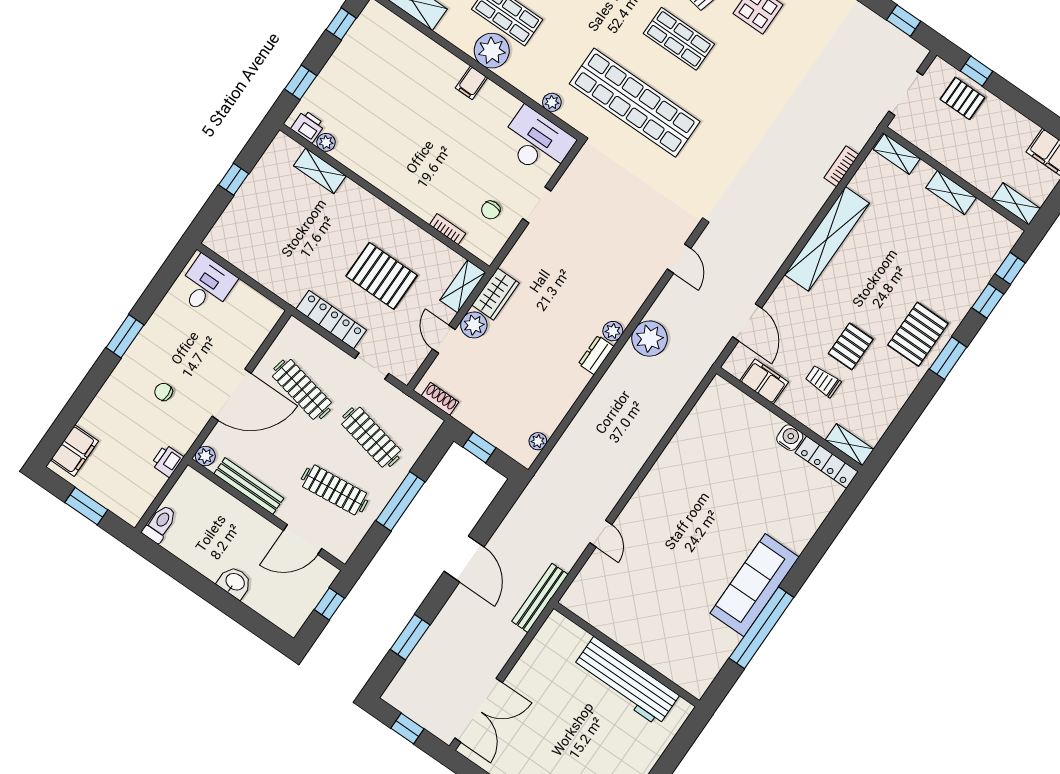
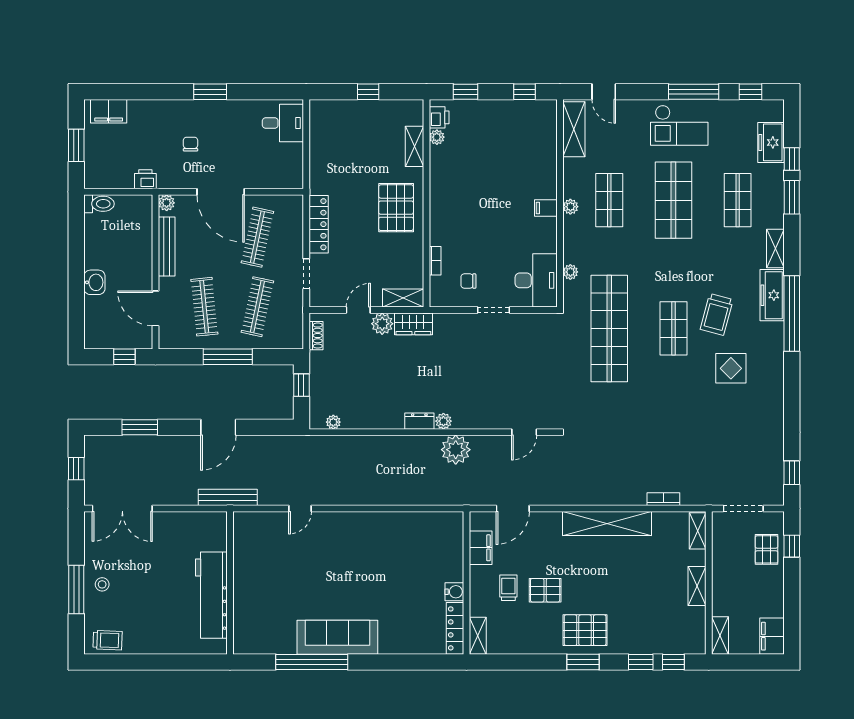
plant: (492, 51) -> (570, 207), width x0.53, depth x0.53
pallet: (382, 276) -> (396, 208), moved

